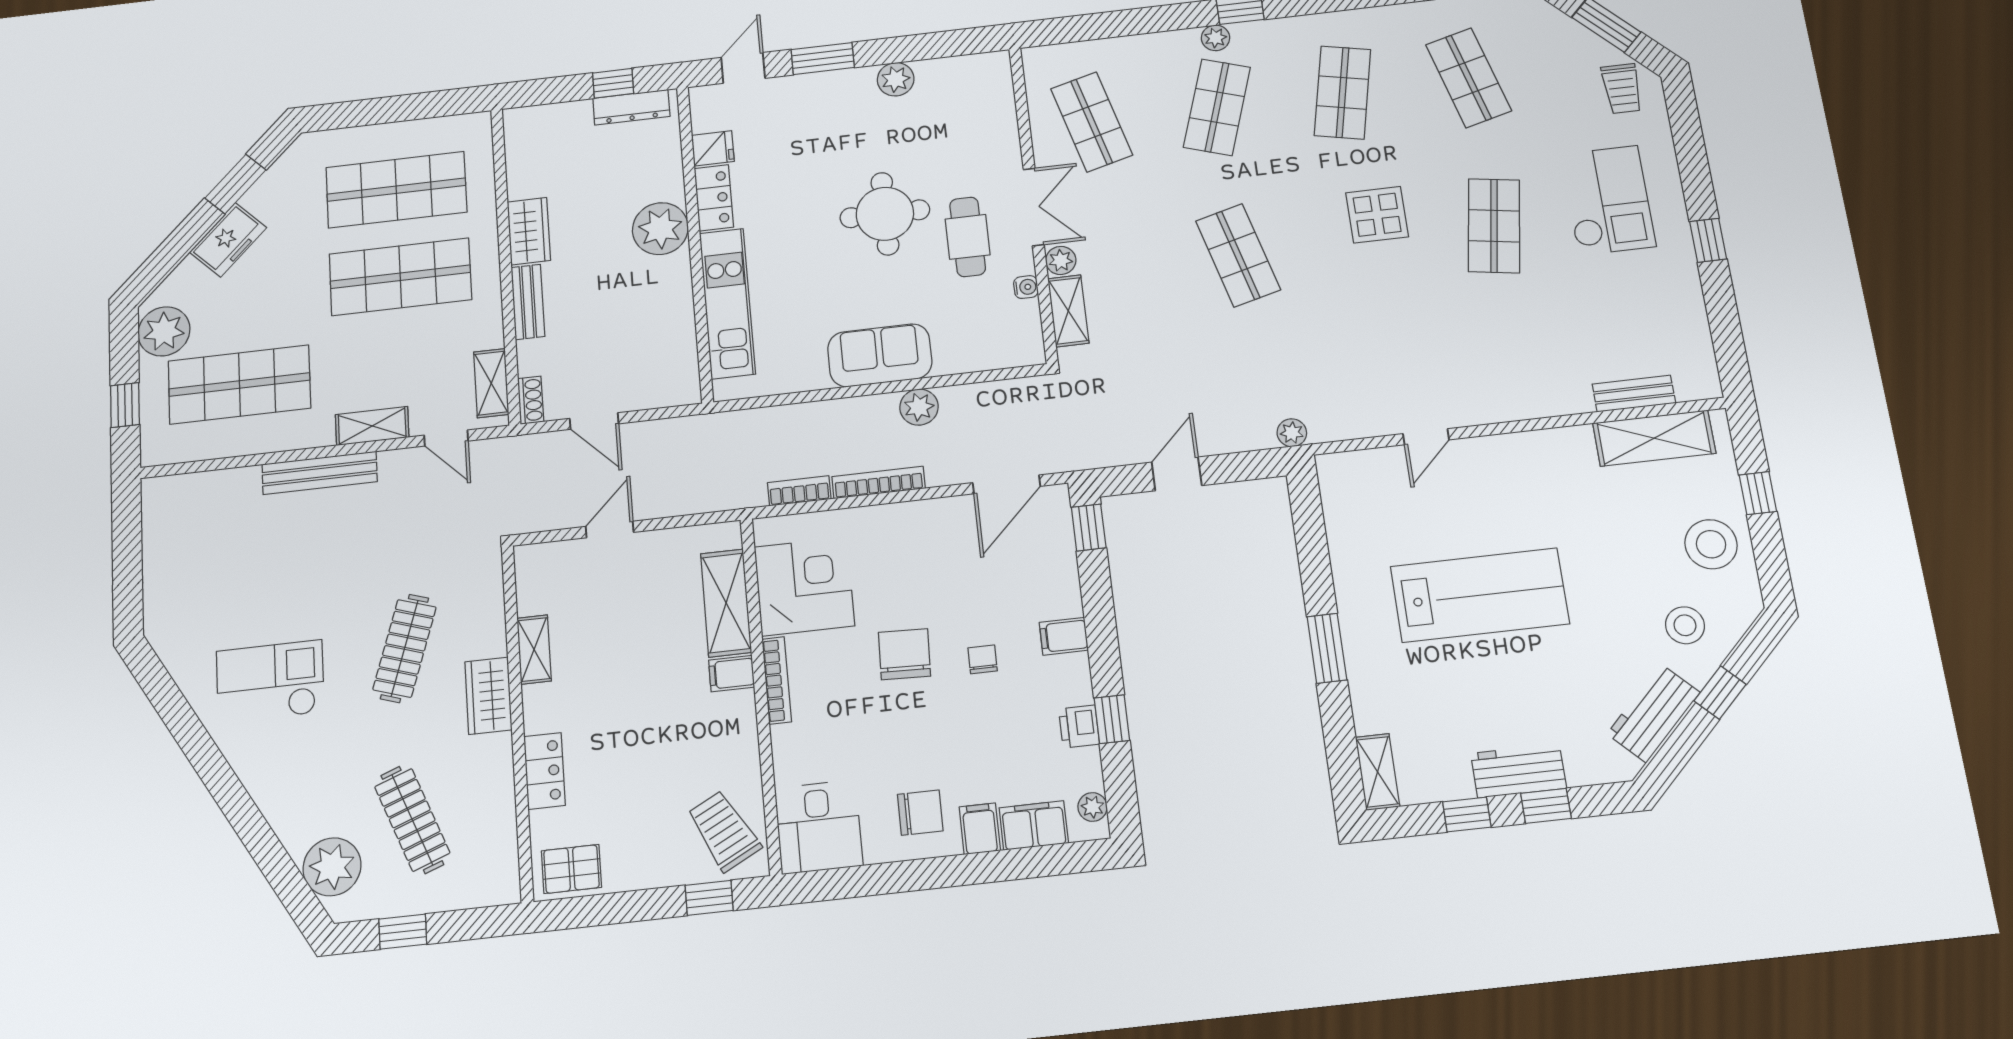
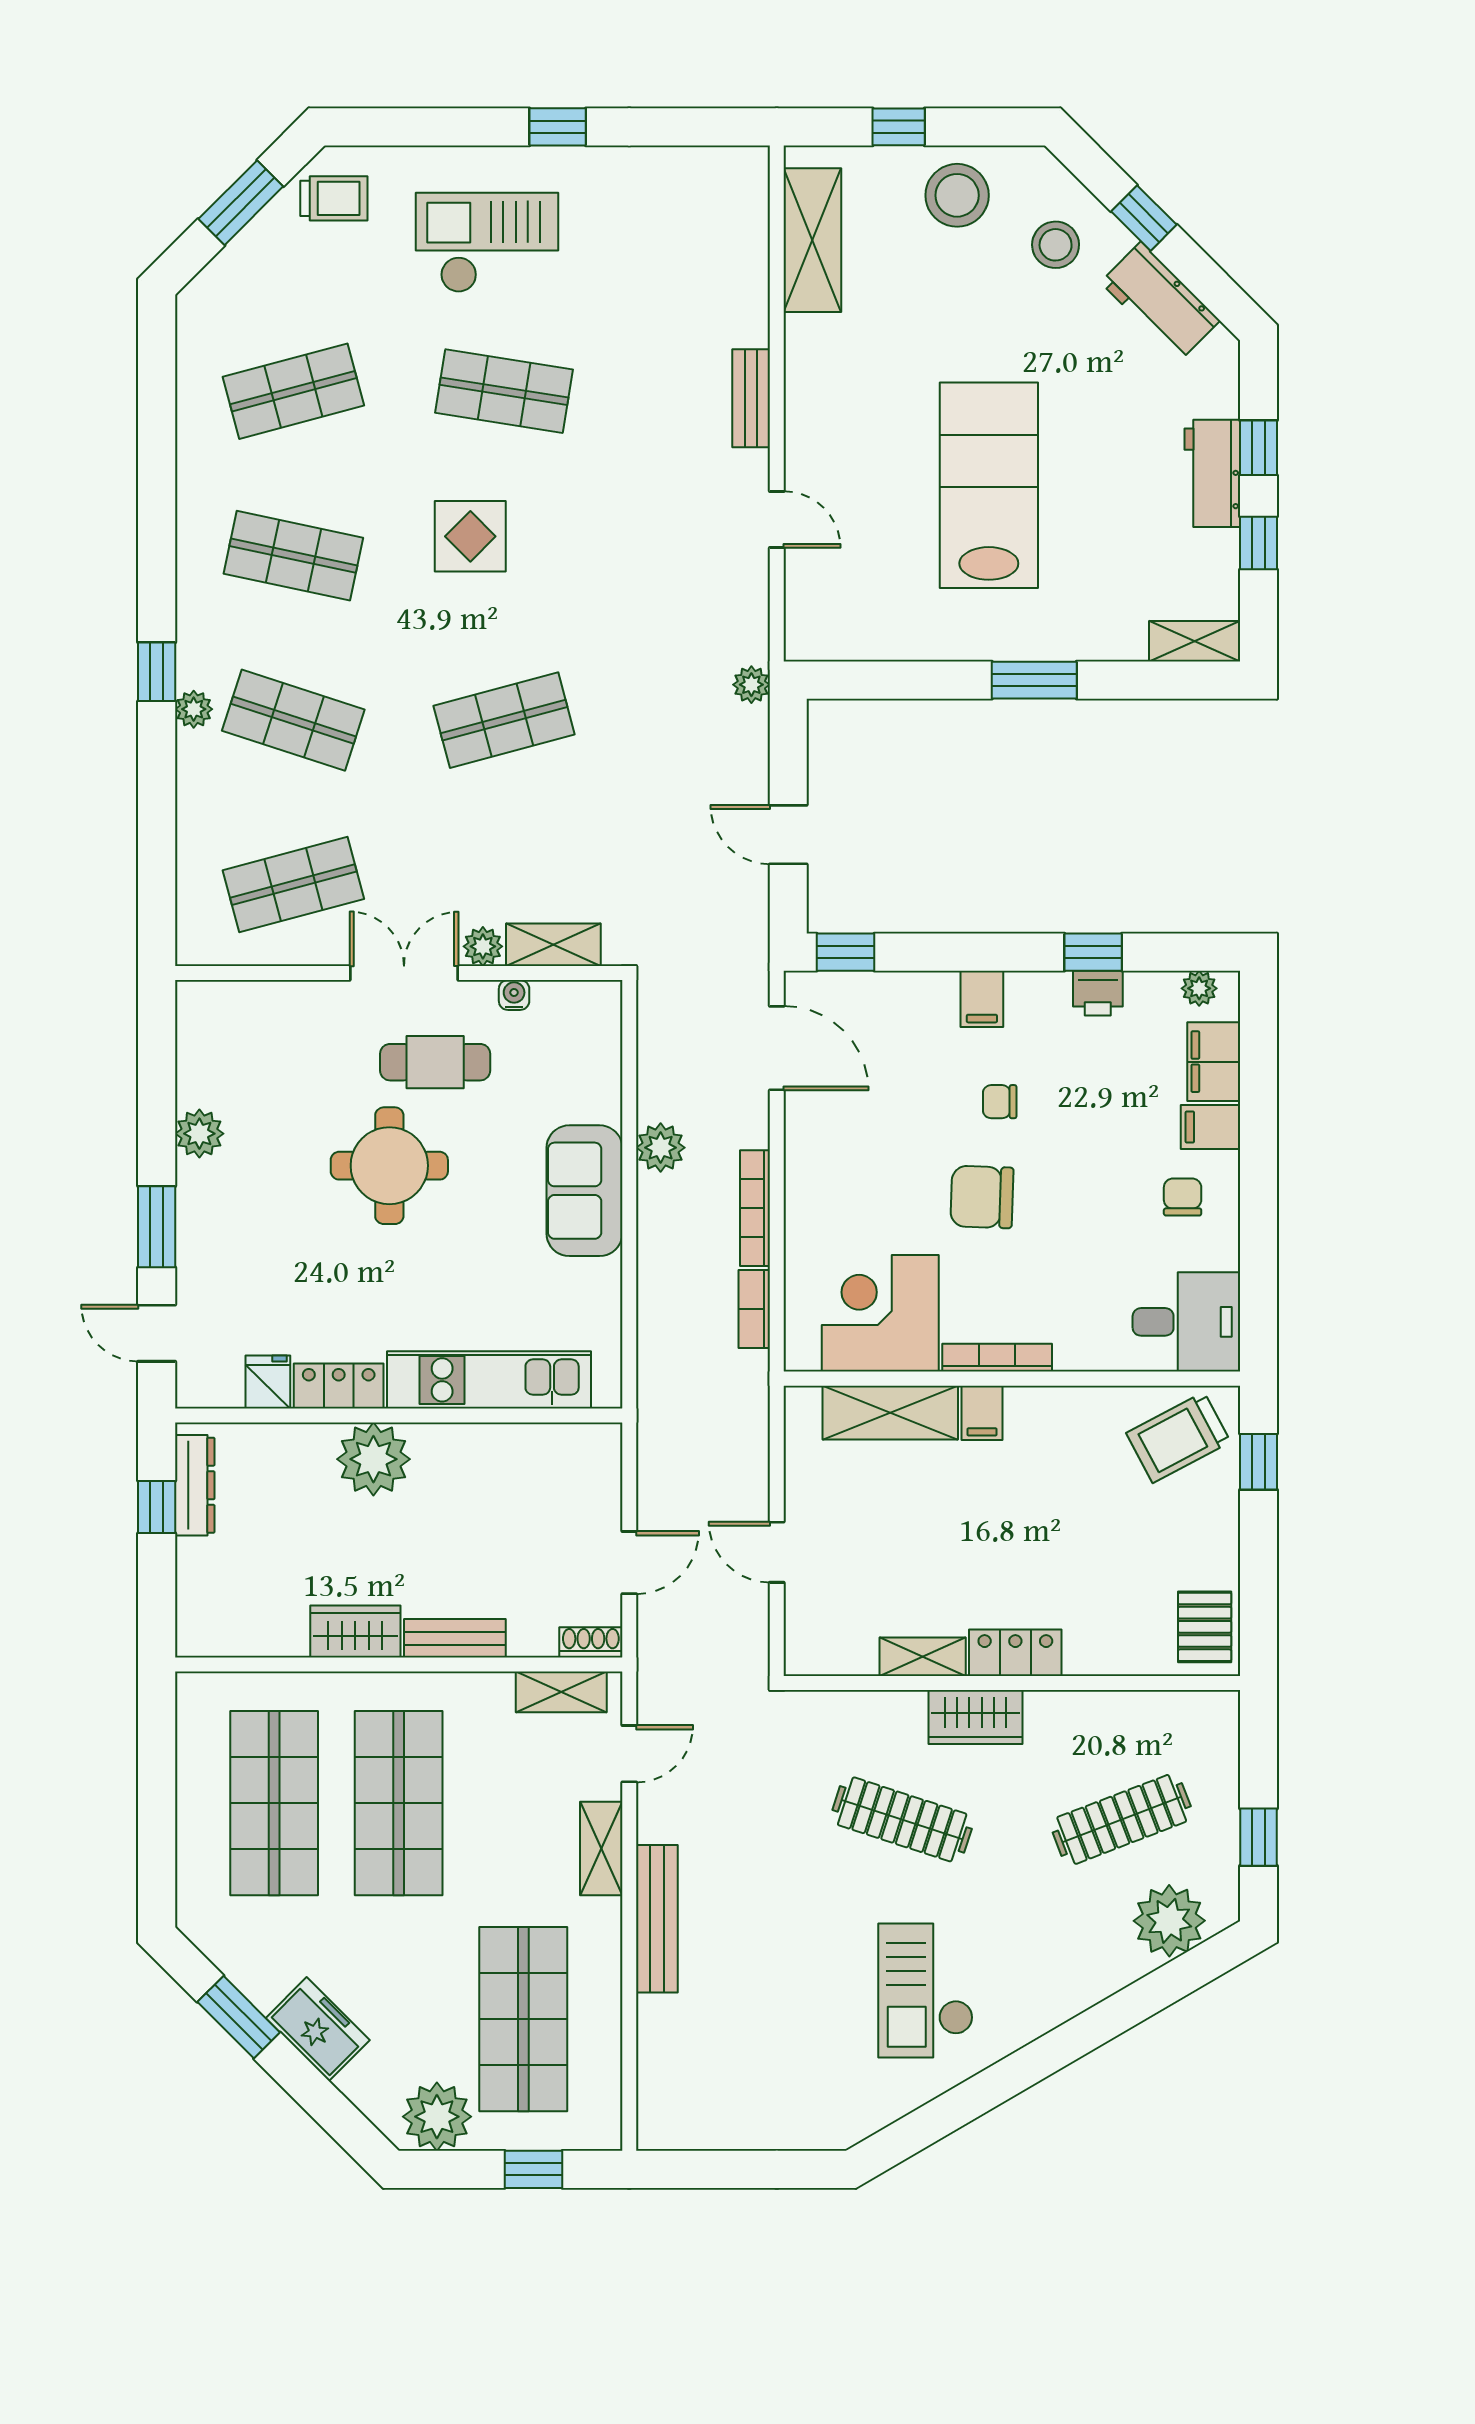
bench: (1634, 394) -> (751, 398), moved
locker: (544, 771) -> (1015, 1653), moved
chair: (920, 813) -> (1183, 1197), width x0.73, depth x0.73

